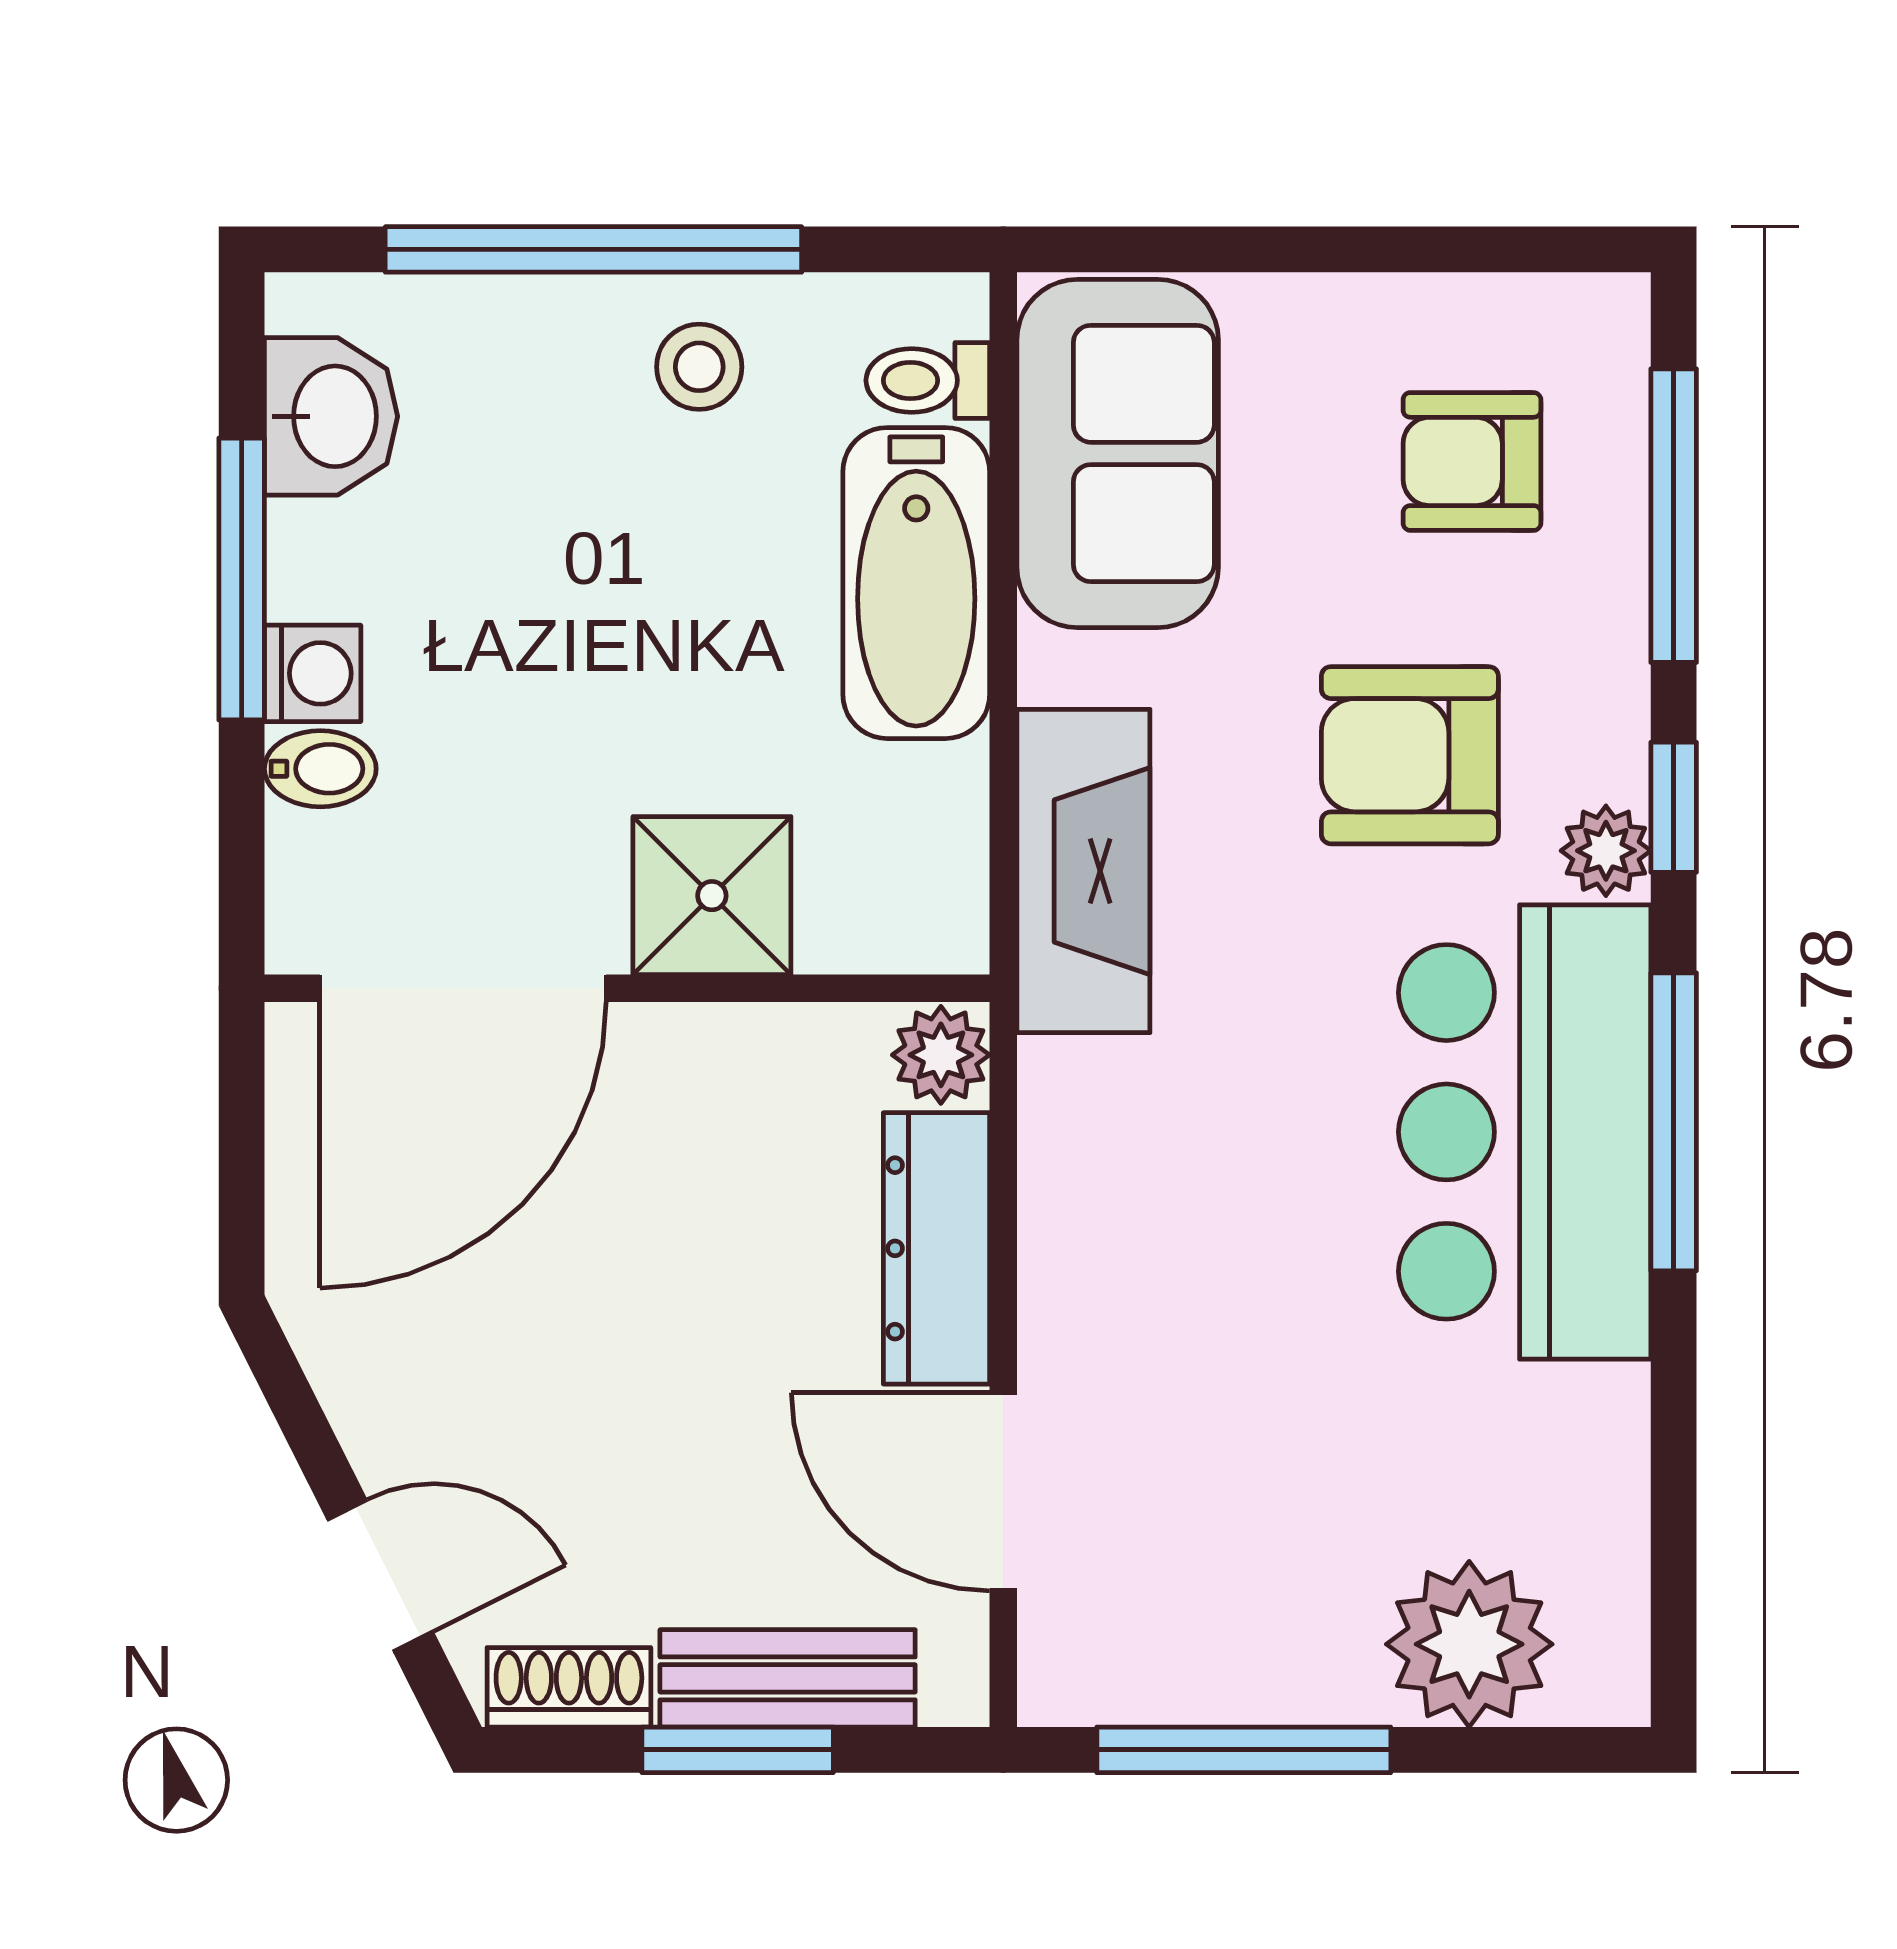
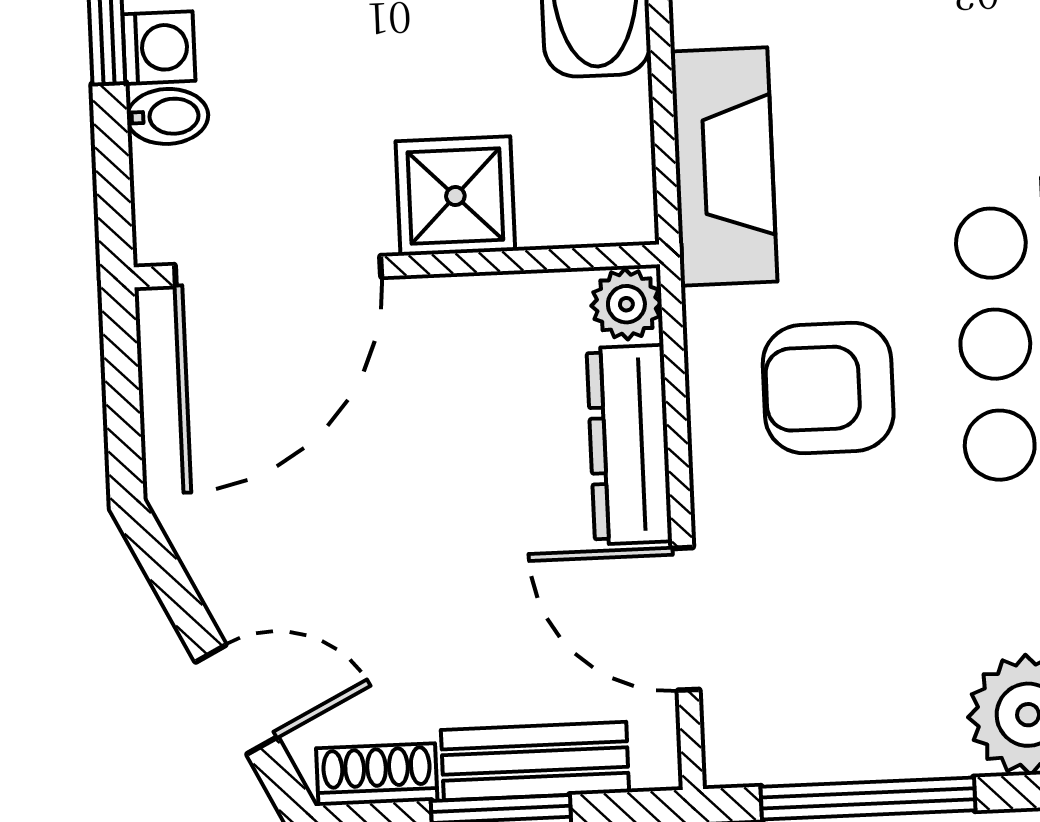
armchair: (1410, 755) -> (828, 388), moved

